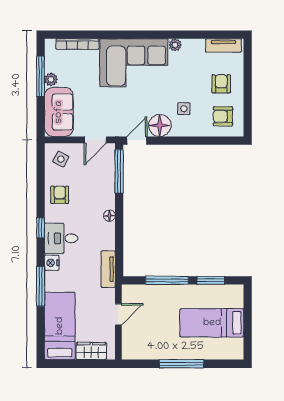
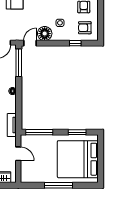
window: (208, 141) -> (75, 43), added
window: (167, 280) -> (39, 132), moved
door: (118, 314) -> (18, 154), hinge flipped
bed: (212, 323) -> (78, 159), width x2.04

